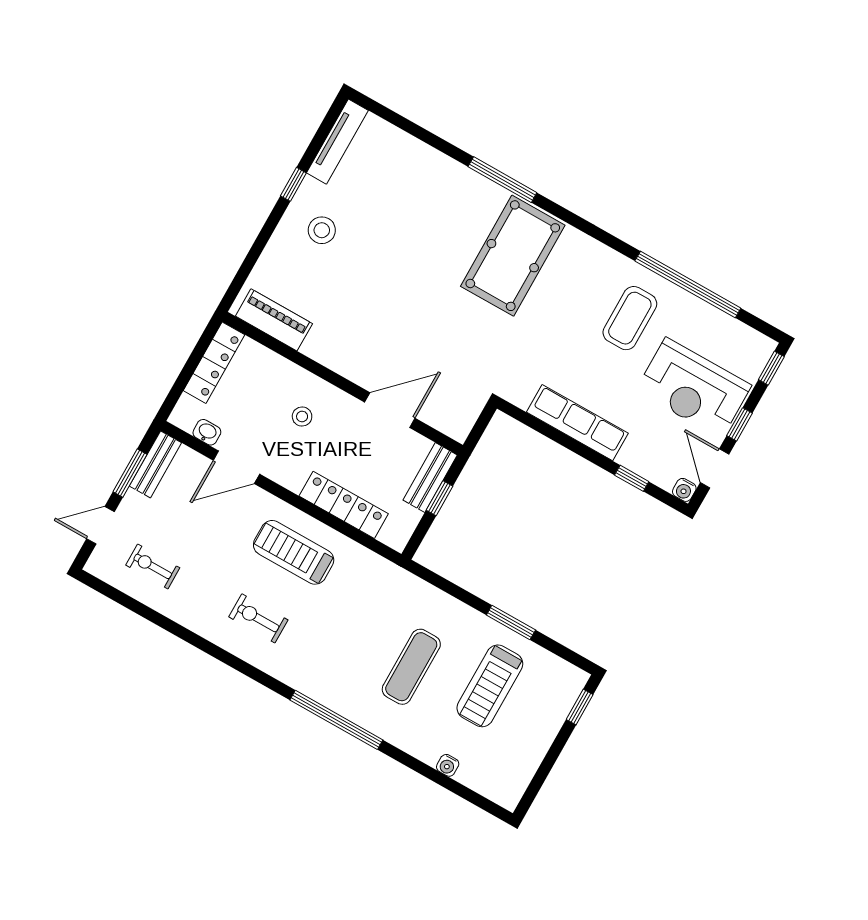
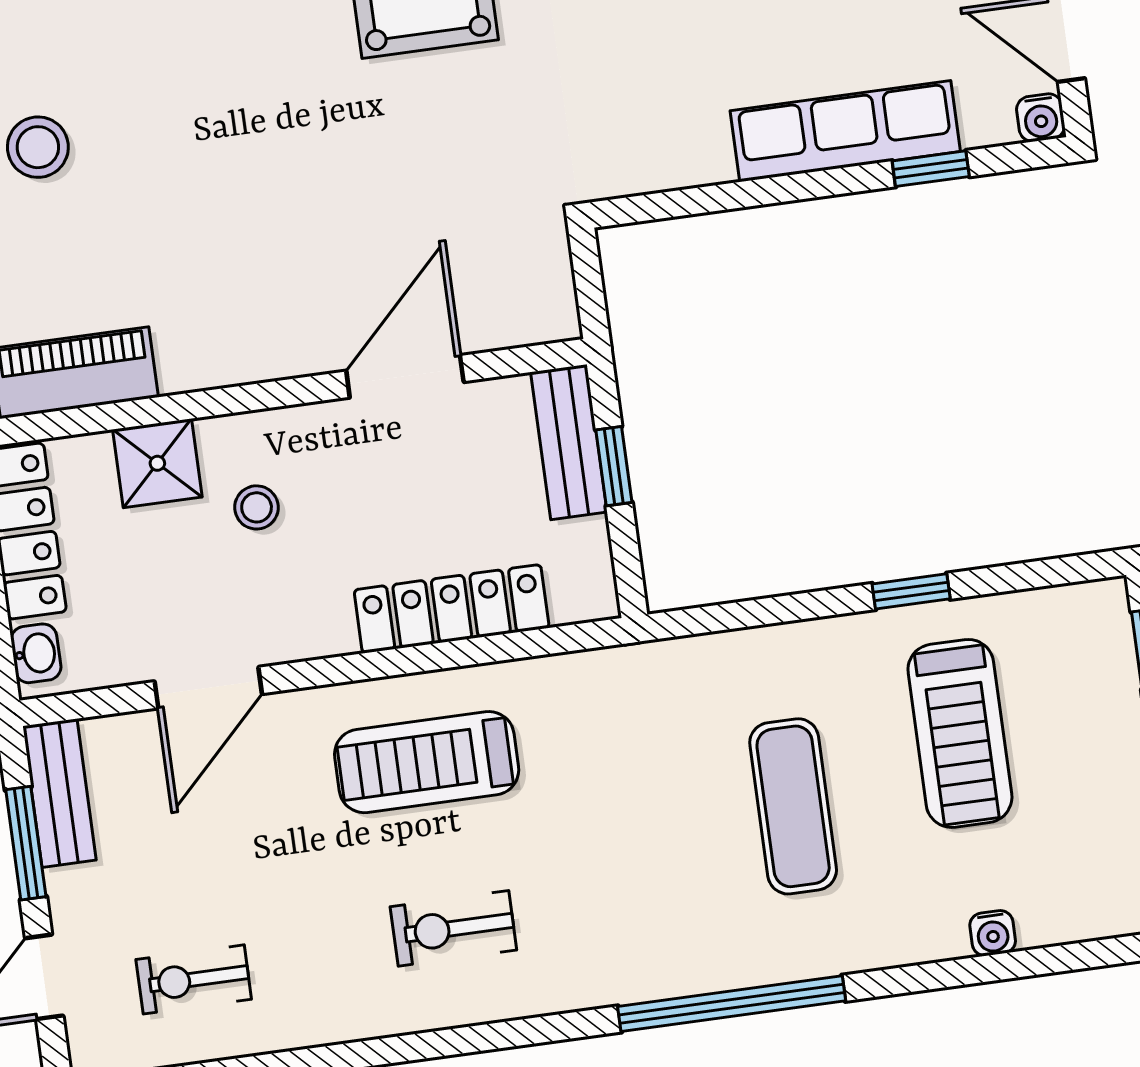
shower: (279, 374) -> (157, 463), added
row of seats: (577, 423) -> (845, 131), moved
washbasin: (207, 432) -> (36, 653), moved, turned 90
window: (511, 622) -> (911, 591), width x0.67

